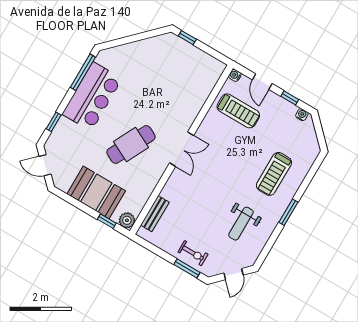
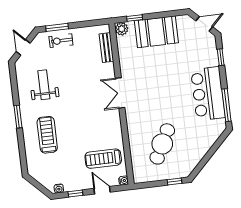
cafe table: (131, 145) -> (162, 144), moved
double door: (182, 149) -> (120, 93), moved

